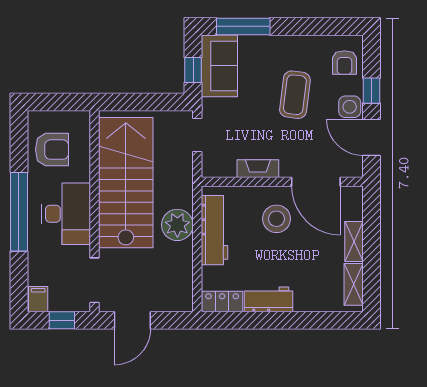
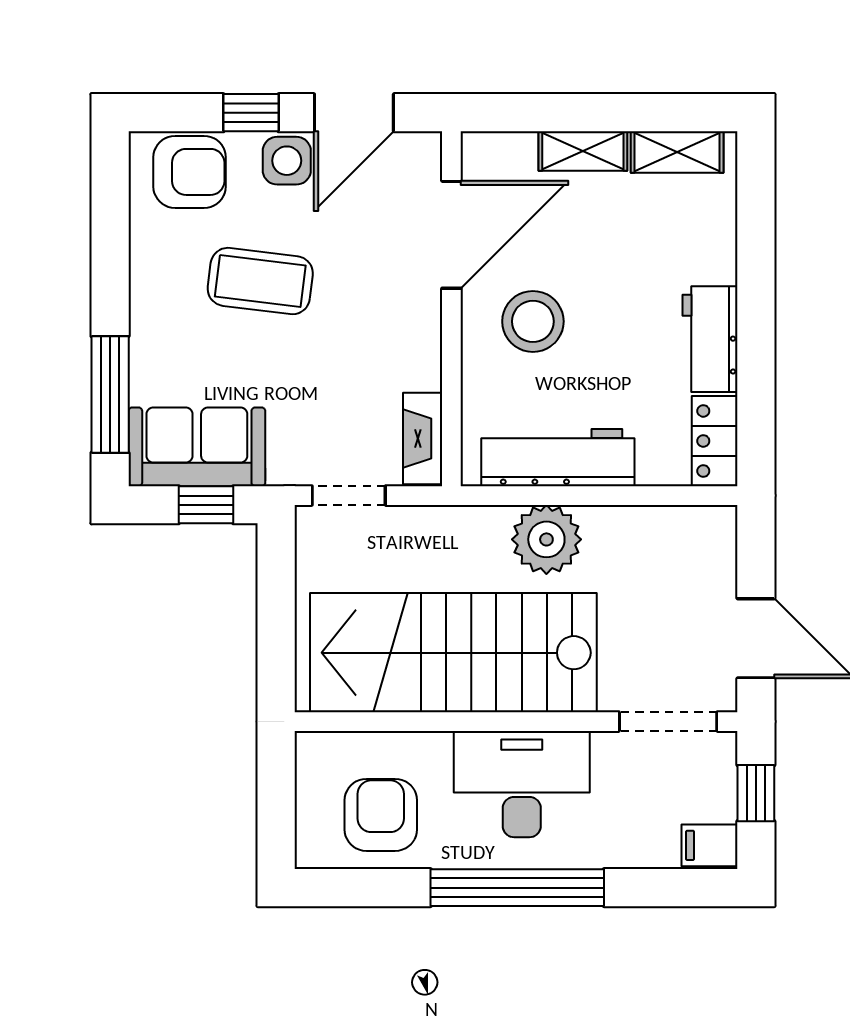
armchair: (345, 63) -> (190, 172), width x1.38, depth x1.38
fireplace: (258, 169) -> (423, 439), moved

